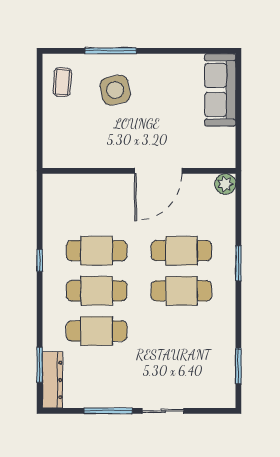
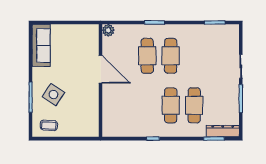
side table: (115, 90) -> (53, 95), turned 45
sofa: (220, 90) -> (41, 45), moved, turned -90
cafe table: (97, 251) -> (147, 105), removed

